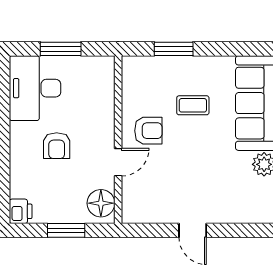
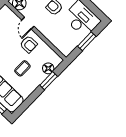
floor lamp: (156, 67) -> (48, 68), added
armchair: (148, 131) -> (29, 44), turned -90

